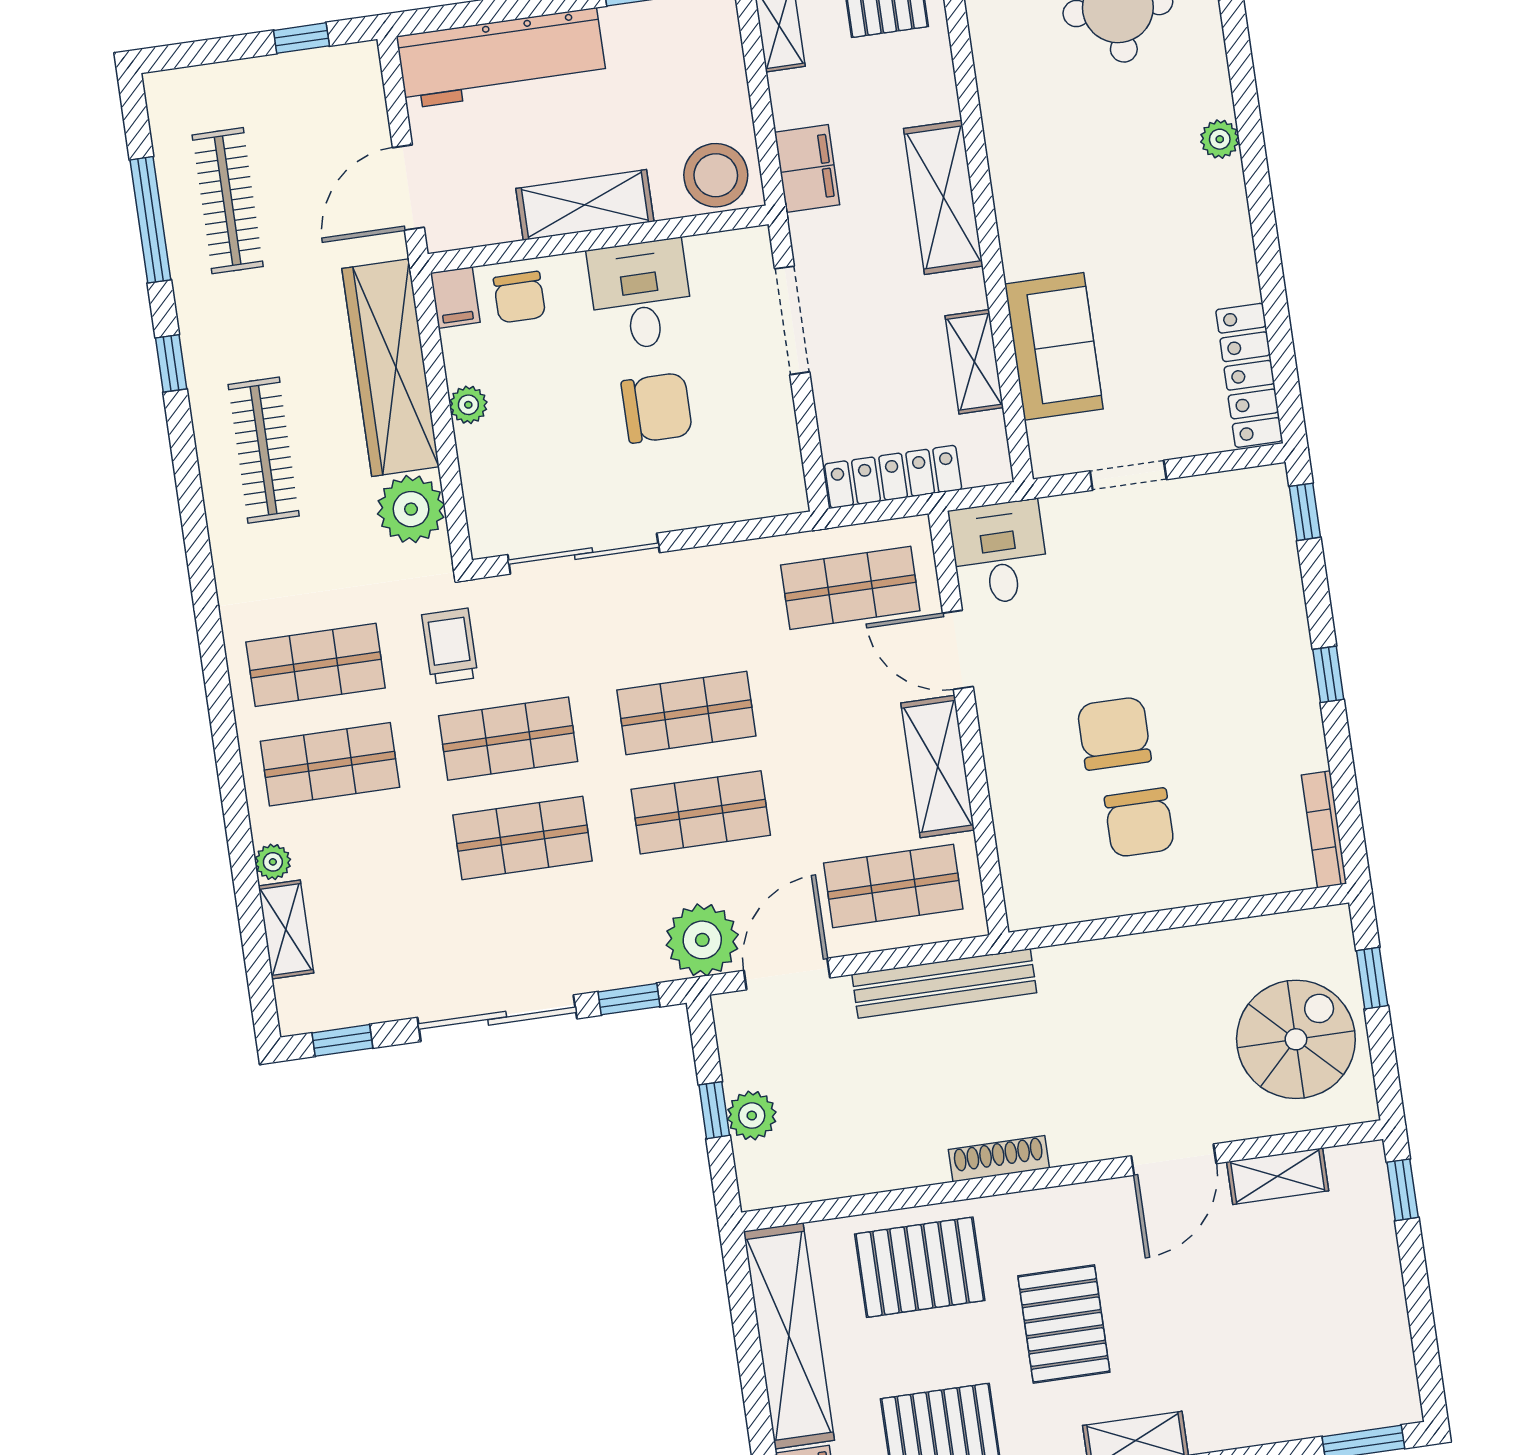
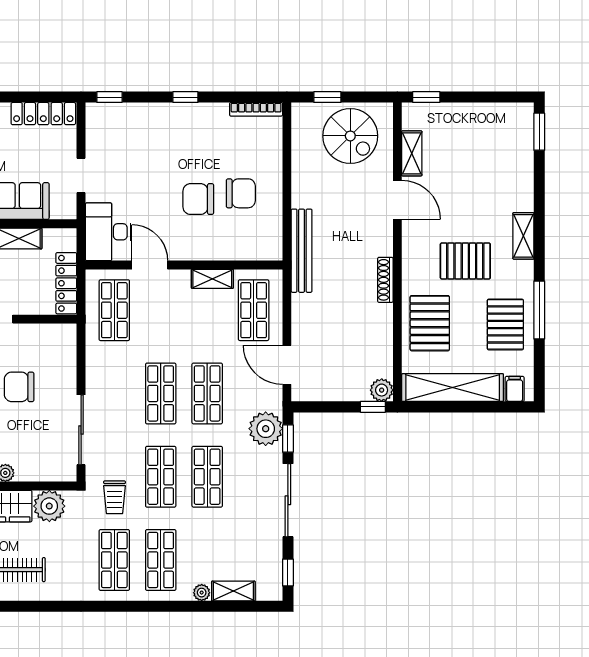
chair: (657, 408) -> (19, 387), turned -90
desk: (999, 553) -> (108, 232), width x1.37
trolley: (450, 646) -> (115, 497), turned -90
door: (958, 650) -> (150, 265), swing flipped
shelving: (938, 766) -> (212, 279), width x0.67, depth x0.75
plant: (702, 940) -> (266, 429), moved
bench: (944, 983) -> (302, 251), moved
spiral stairs: (1296, 1039) -> (350, 136), turned 180
window: (714, 1110) -> (373, 407), moved
plant: (752, 1116) -> (382, 390), moved

